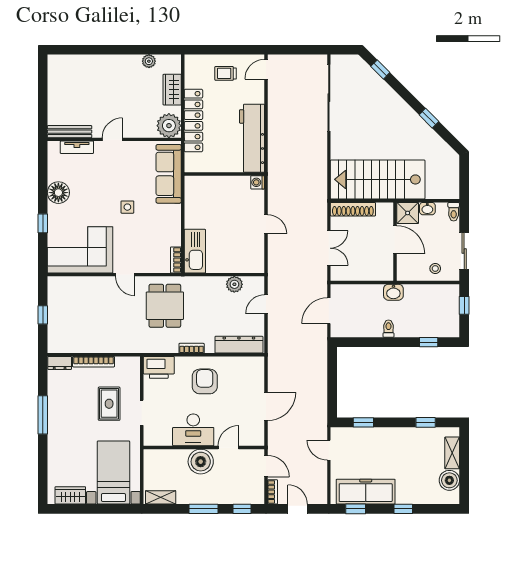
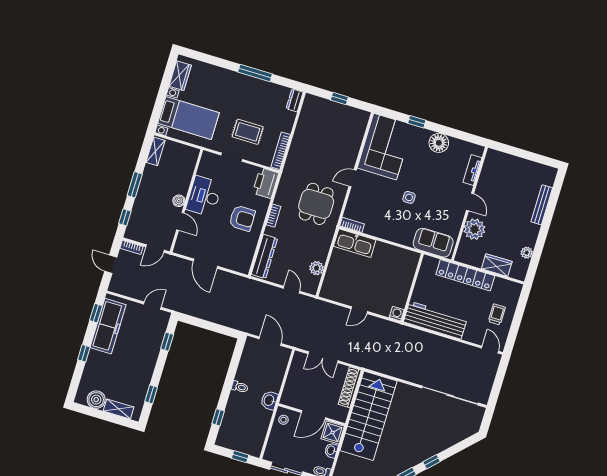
window: (380, 69) -> (432, 462), moved
plant: (169, 126) -> (474, 229), moved
bench: (70, 132) -> (542, 205), moved
sofa: (169, 174) -> (433, 243), width x0.73
stool: (435, 268) -> (283, 420), moved
dining table: (165, 306) -> (316, 204), turned 90
bookcase: (94, 362) -> (281, 151), moved
boiler: (201, 462) -> (179, 201), width x0.54, depth x0.54
door: (298, 509) -> (111, 264), swing flipped

